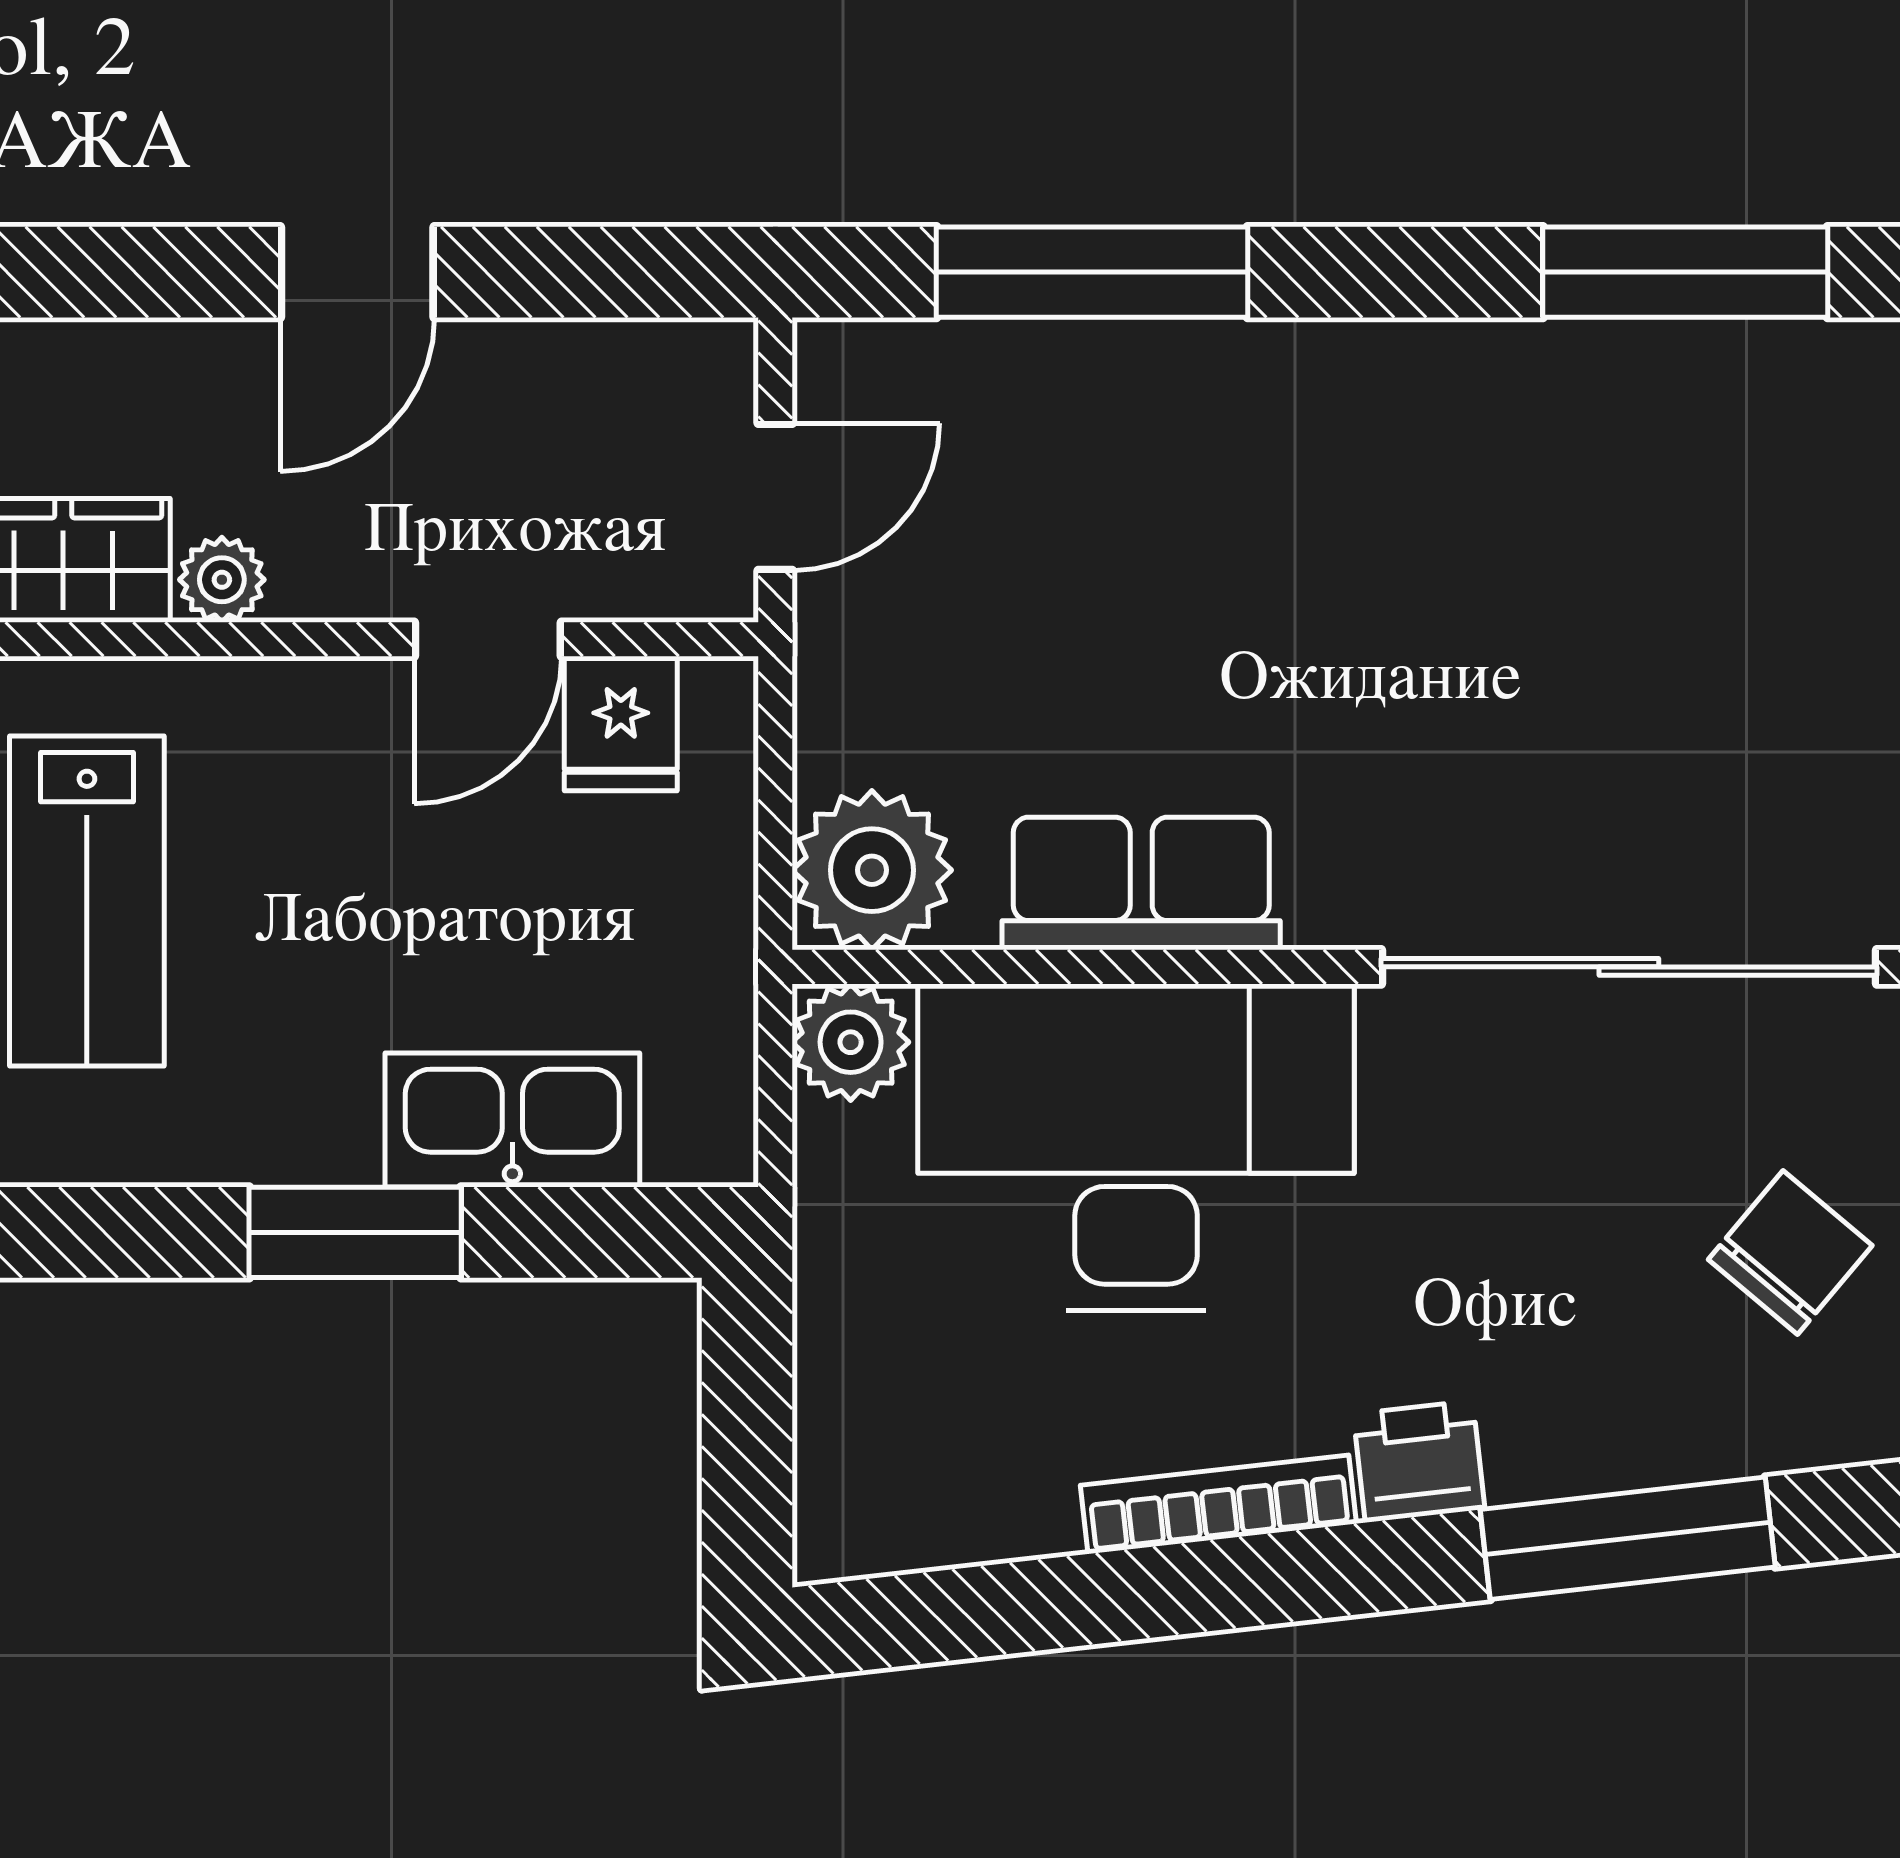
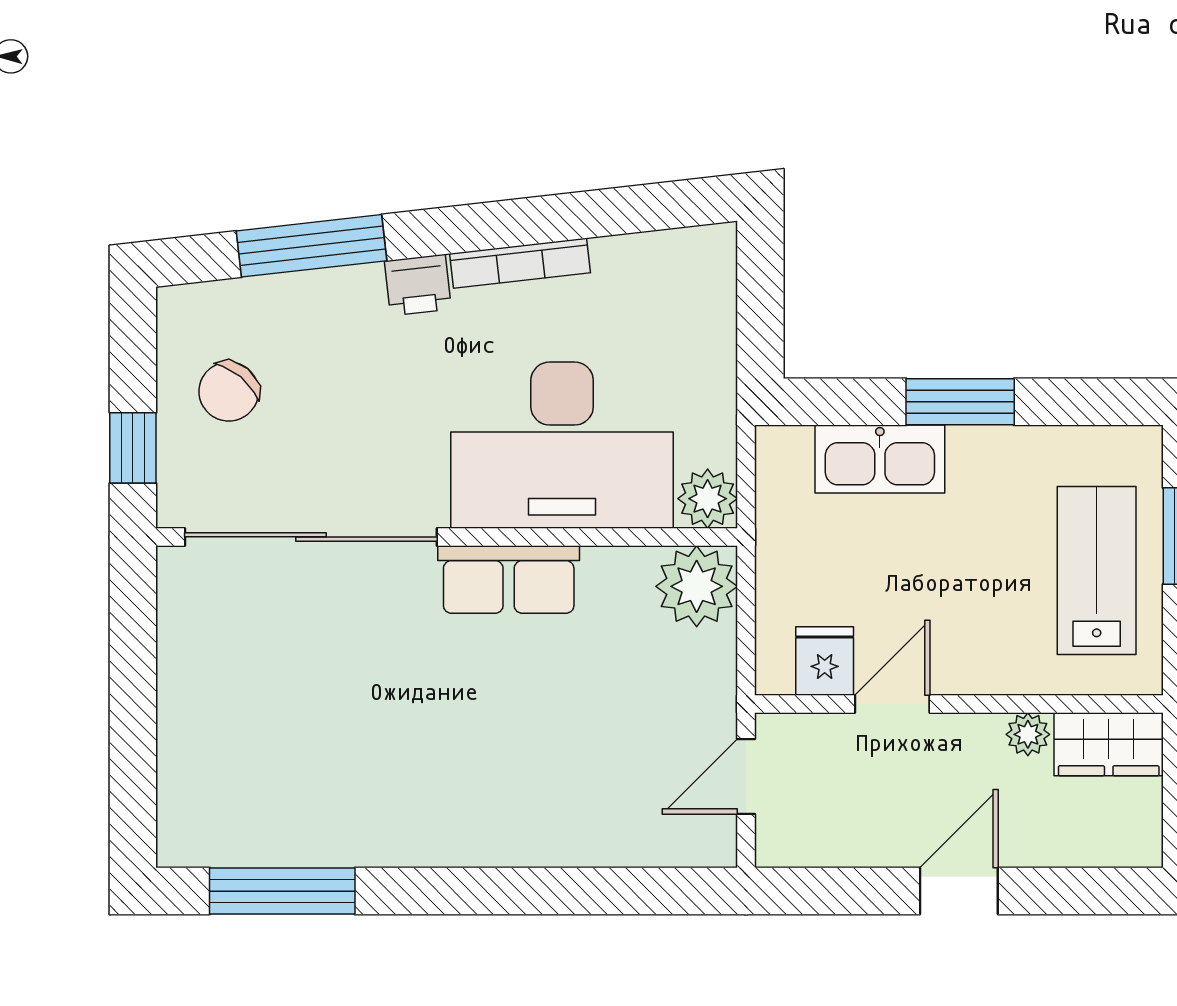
window: (1092, 272) -> (585, 891), removed
row of seats: (1141, 883) -> (509, 579), moved

